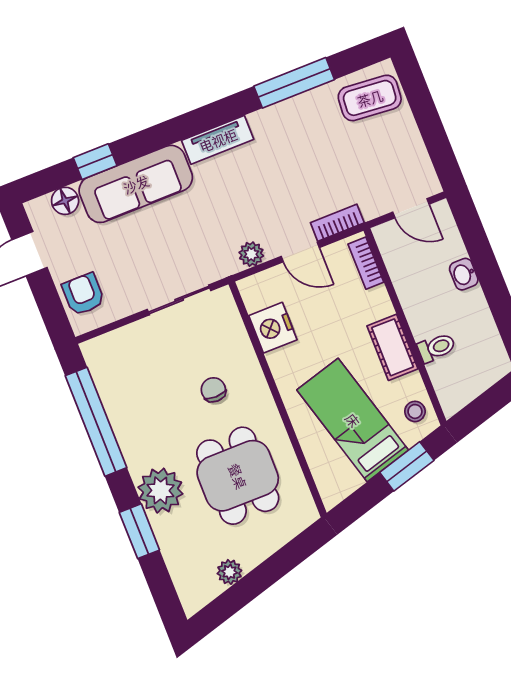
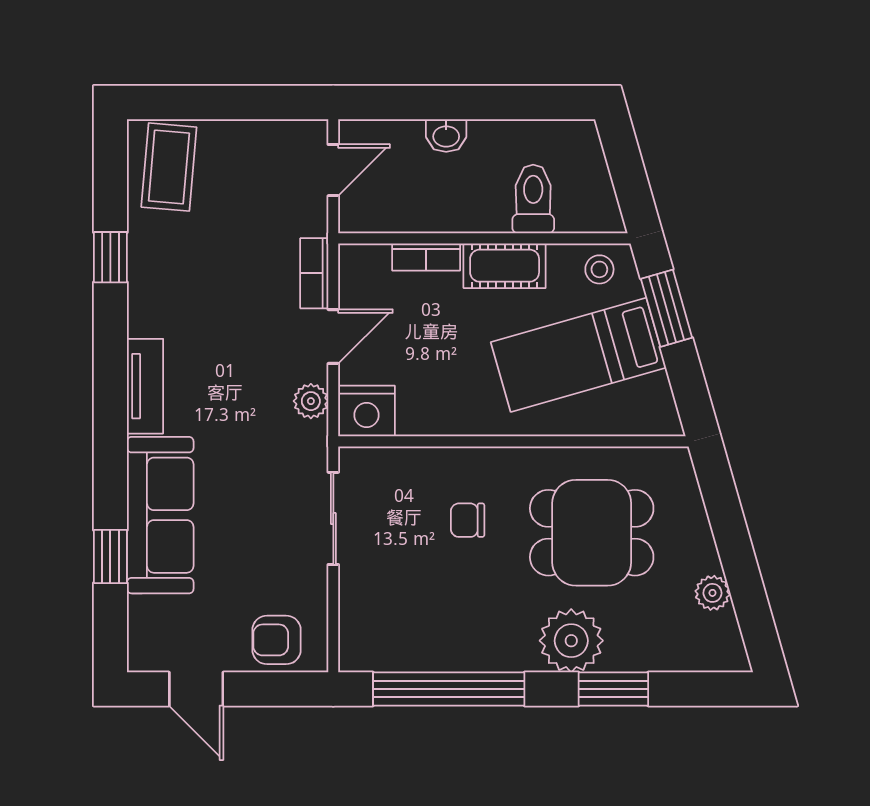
window: (294, 83) -> (110, 257), width x0.46
floor lamp: (65, 201) -> (146, 616), removed
bookcase: (366, 263) -> (426, 257), moved
nightstand: (273, 328) -> (367, 411), moved
toilet: (437, 348) -> (533, 199), width x1.37, depth x1.39

